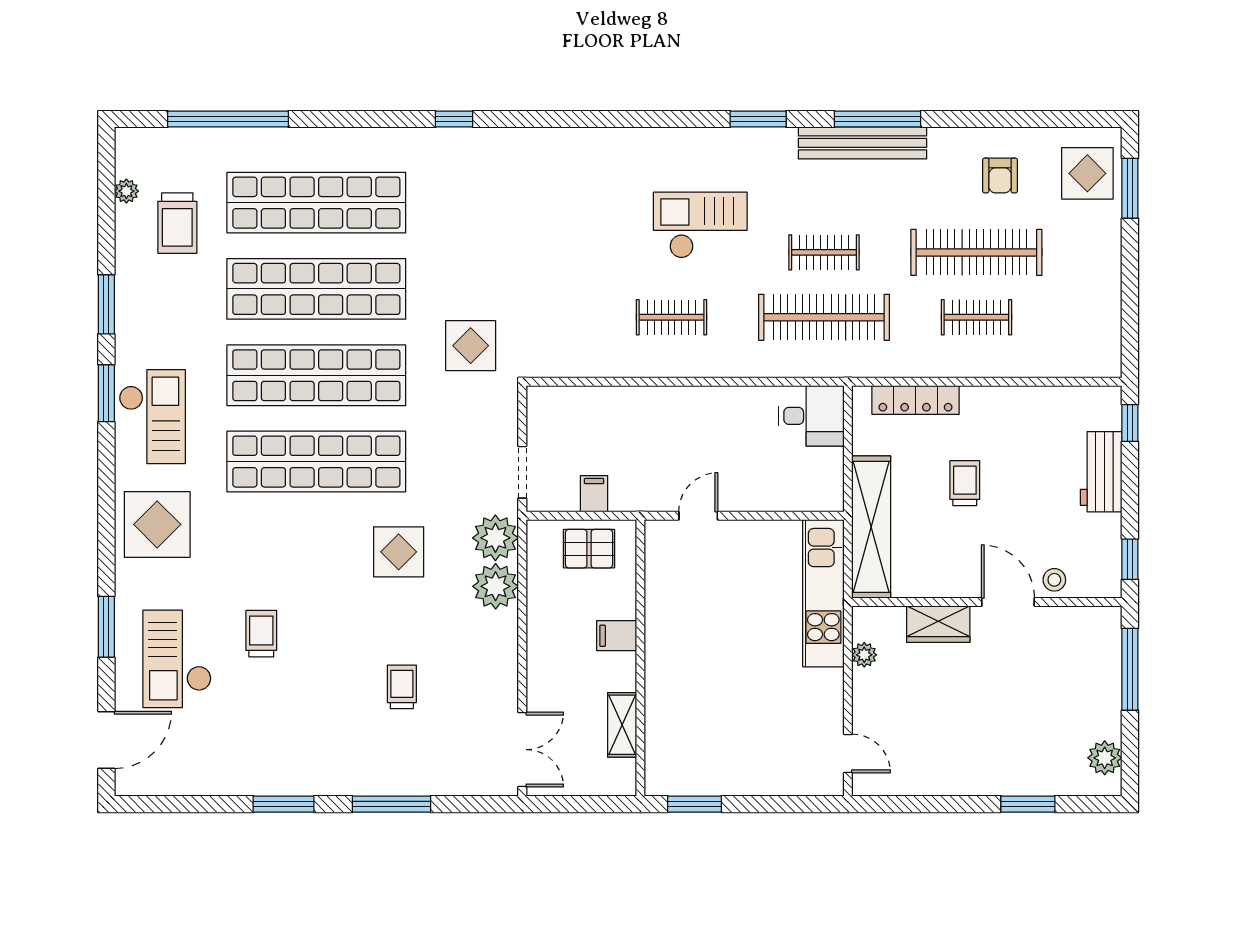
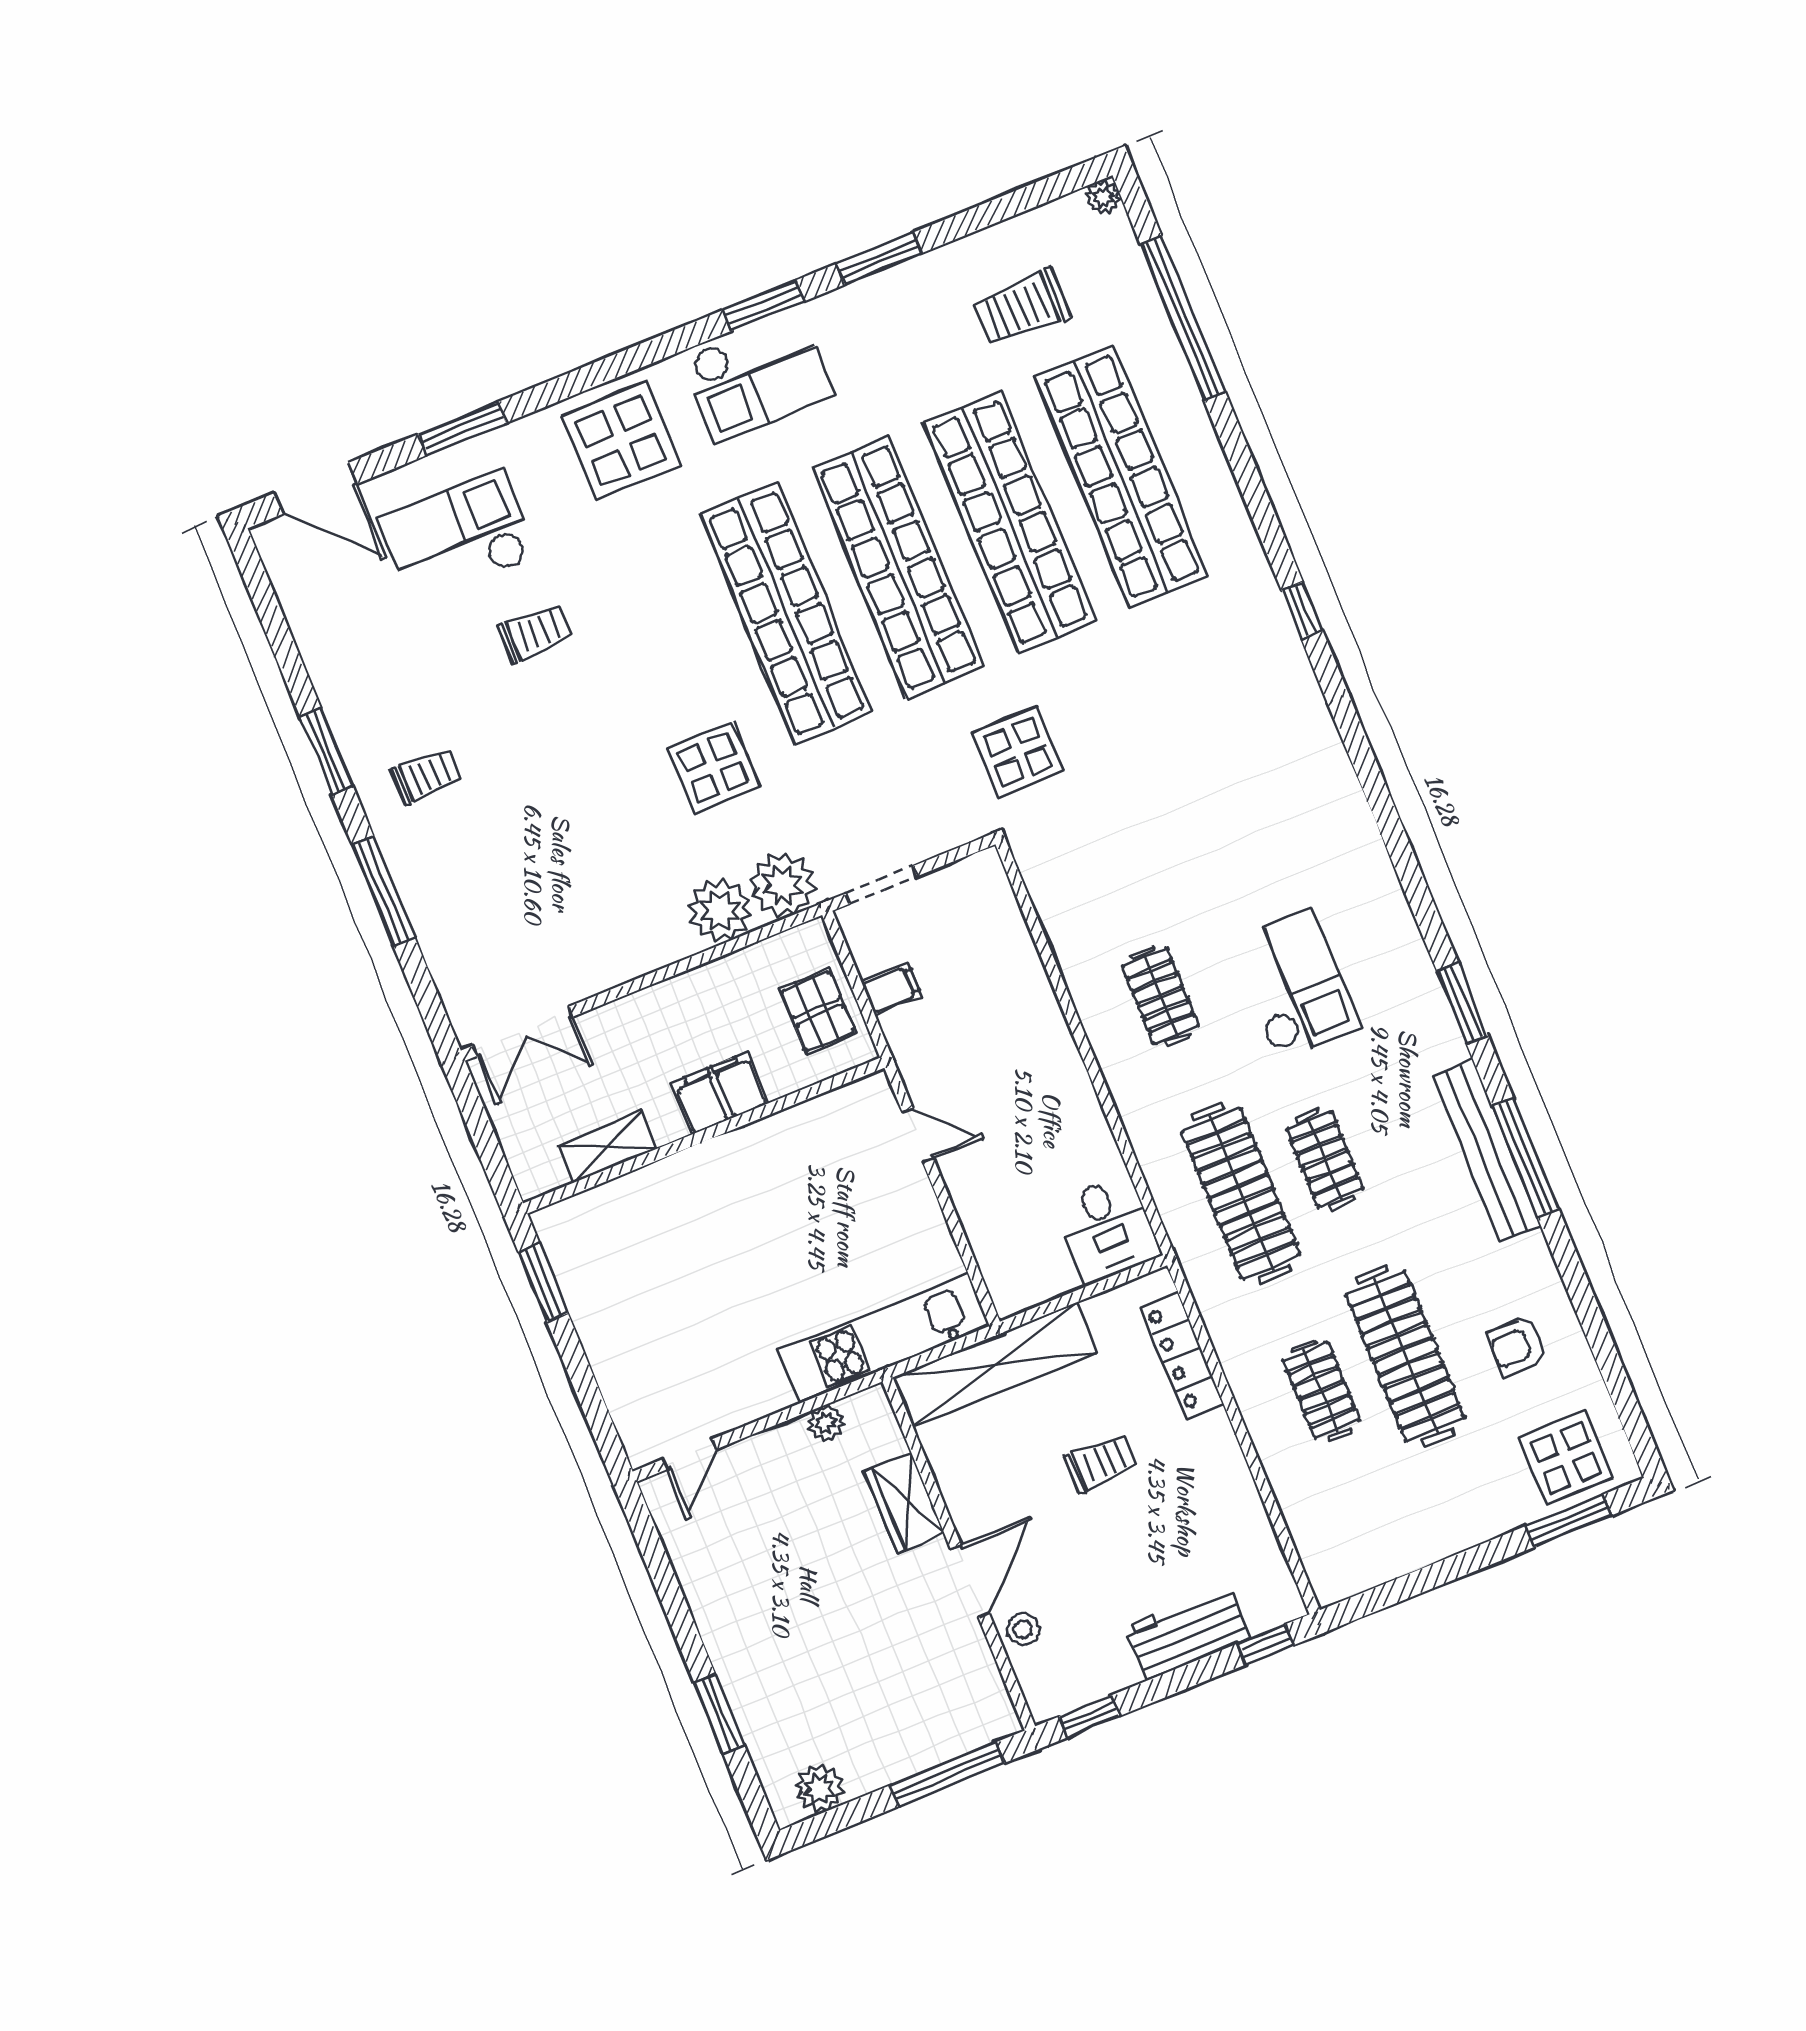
plant: (126, 191) -> (1103, 197), moved
filing cabinet: (617, 636) -> (720, 1093), width x2.00
trolley: (402, 687) -> (426, 776), moved

